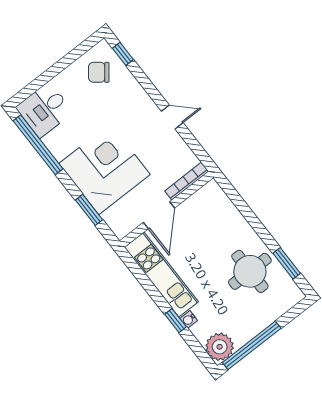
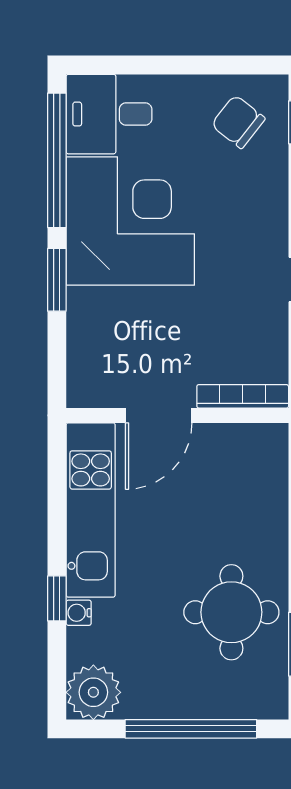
corner desk: (105, 169) -> (130, 221), moved
window: (89, 210) -> (57, 280), moved
window: (252, 345) -> (191, 729), moved

